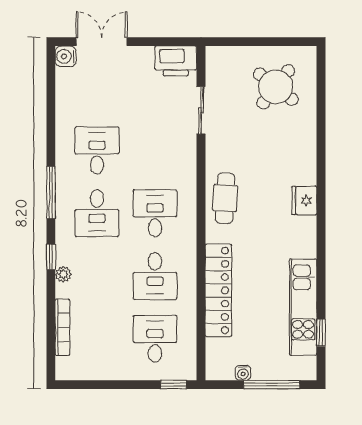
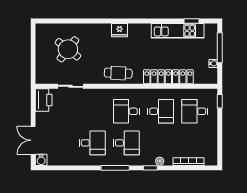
round table: (276, 87) -> (68, 49), moved
desk: (97, 150) -> (92, 143), turned 180

